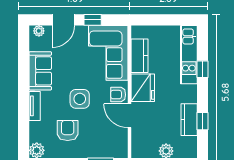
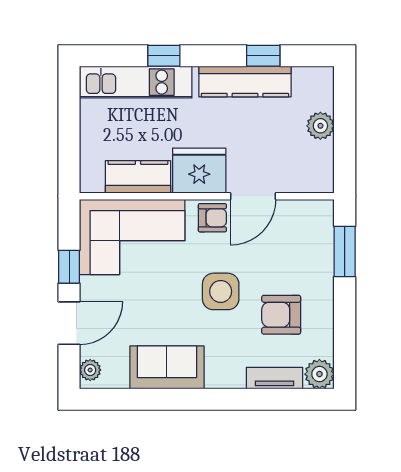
door: (63, 20) -> (69, 323), hinge flipped
armchair: (118, 95) -> (212, 218), turned -90
tv unit: (35, 106) -> (275, 378), moved
kitchen counter: (189, 120) -> (245, 82), width x1.50

